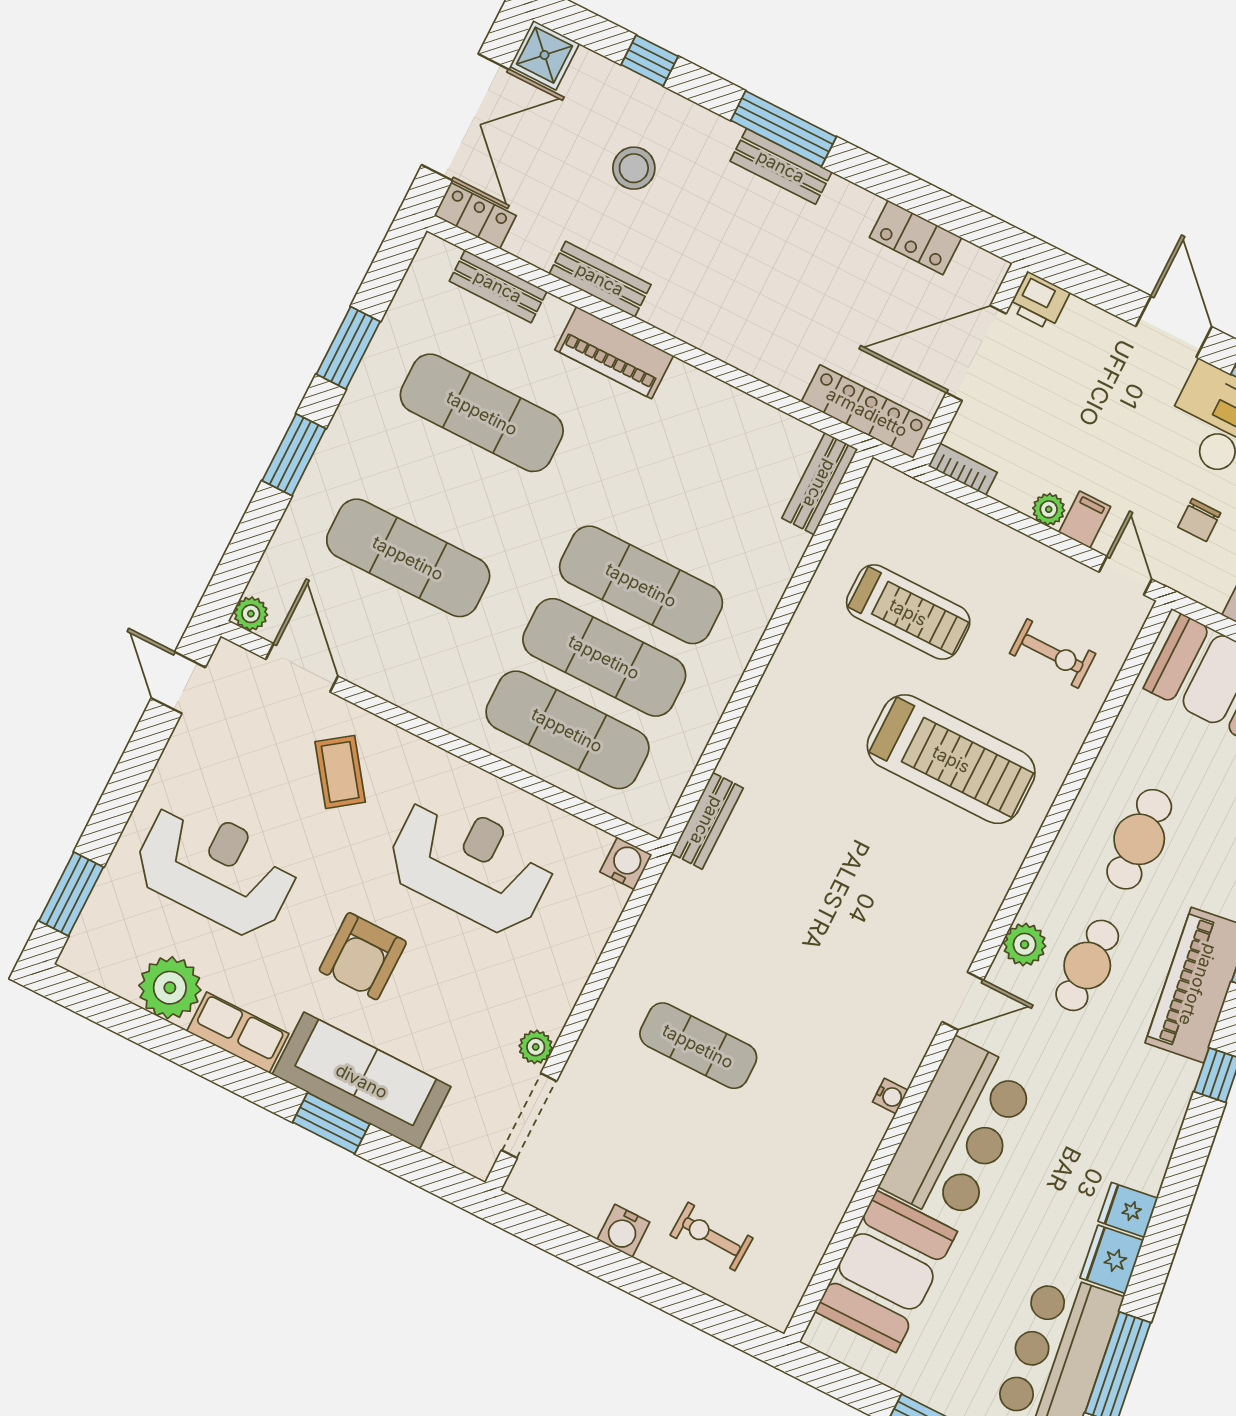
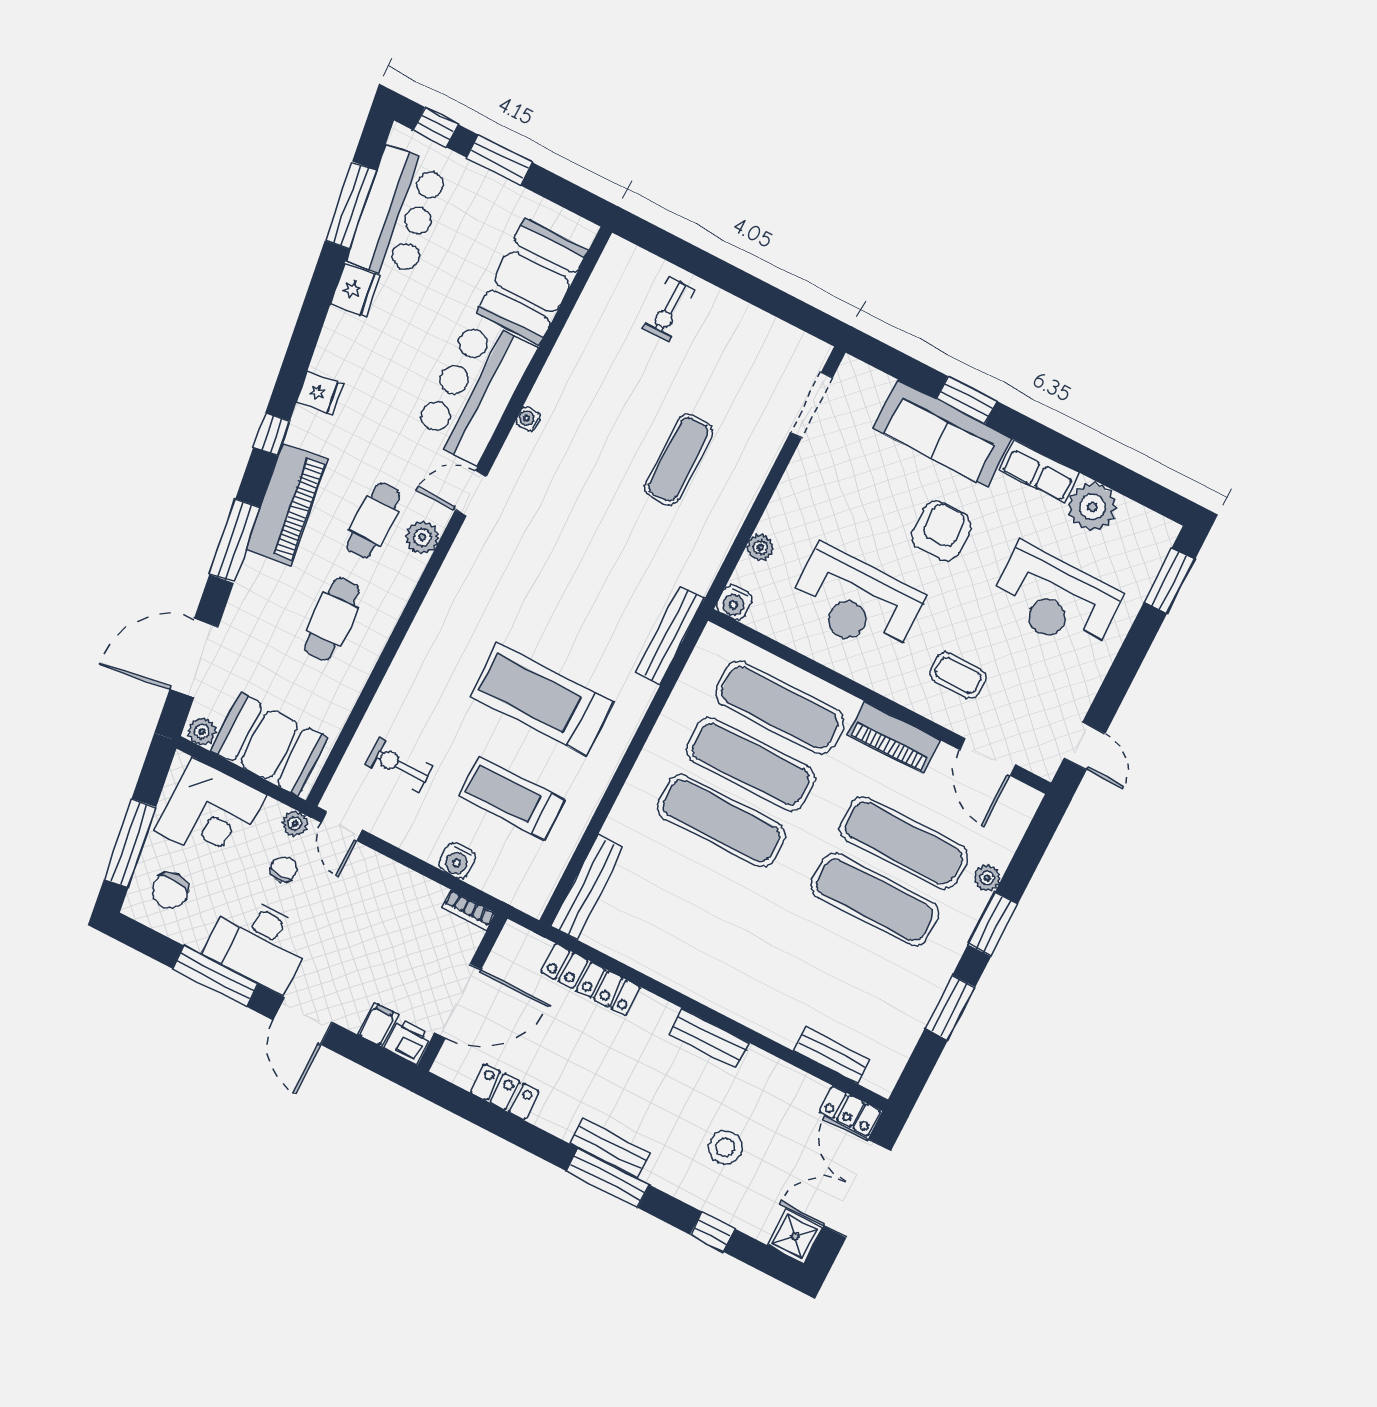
bench: (600, 279) -> (709, 1038), moved
piano: (614, 353) -> (894, 738), moved, turned 180
locker: (867, 412) -> (591, 980), moved
exercise mat: (482, 413) -> (875, 900), moved
bench: (820, 484) -> (587, 887), width x1.36
plant: (1049, 509) -> (295, 824), moved
filing cabinet: (1085, 520) -> (377, 1024), moved, turned 180
plant: (251, 614) -> (987, 878), moved
treadmill: (951, 759) -> (542, 699), moved
coffee table: (340, 772) -> (958, 675), turned -54
bench: (707, 821) -> (670, 636), width x1.36
exercise mat: (698, 1046) -> (678, 459), turned 90
plant: (536, 1047) -> (760, 548), moved
fridge: (1128, 1210) -> (320, 393), moved
water cooler: (623, 1231) -> (457, 861), moved, turned 180
exercise bike: (711, 1237) -> (669, 310), turned 88

